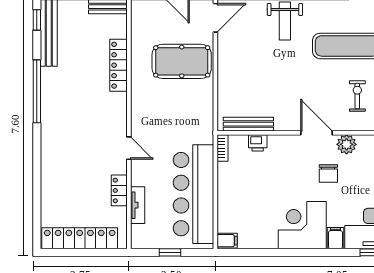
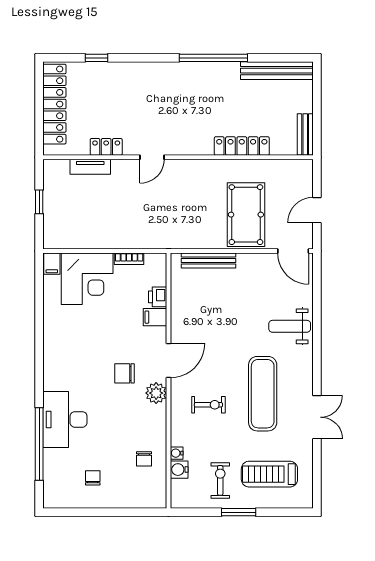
window: (37, 20) -> (97, 58), moved
bench: (248, 124) -> (208, 261), moved, turned 90
bookcase: (223, 148) -> (129, 259), moved
bar counter: (194, 194) -> (102, 227), removed
corner desk: (302, 225) -> (87, 279), moved, turned 90
filing cabinet: (335, 238) -> (155, 317), moved, turned 180

